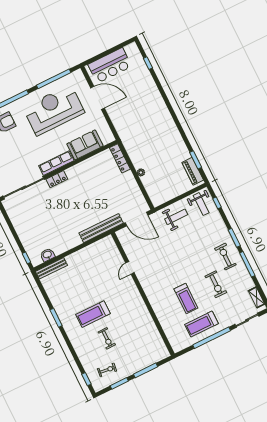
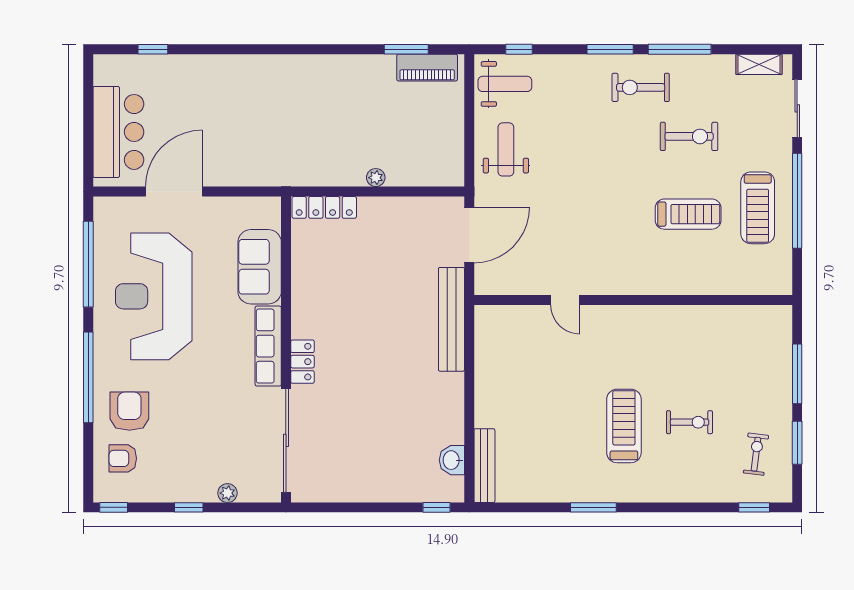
treadmill: (93, 314) -> (624, 426), turned 180

